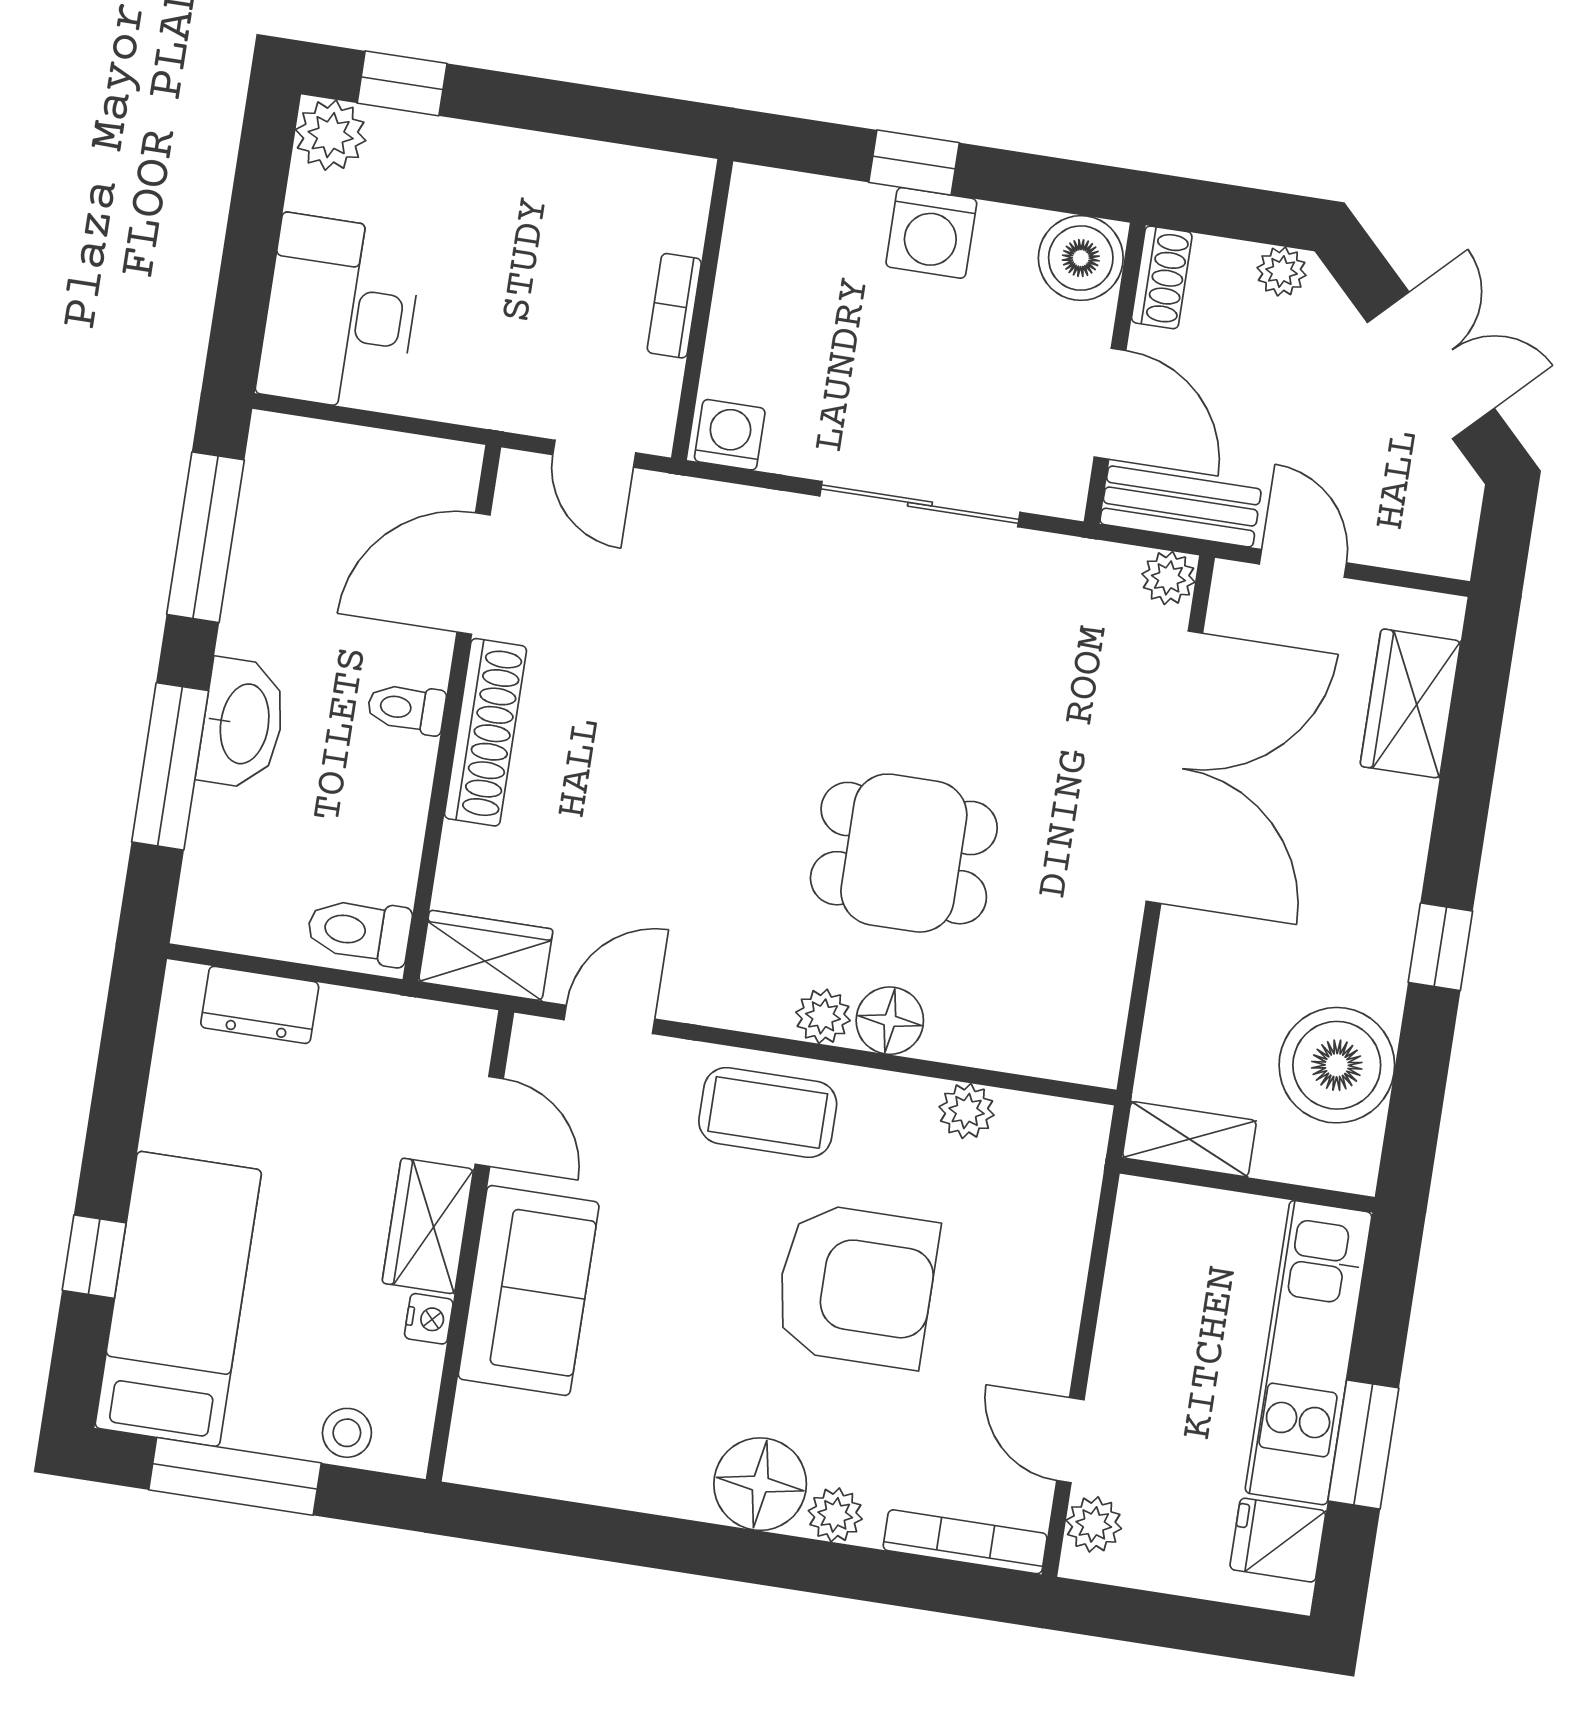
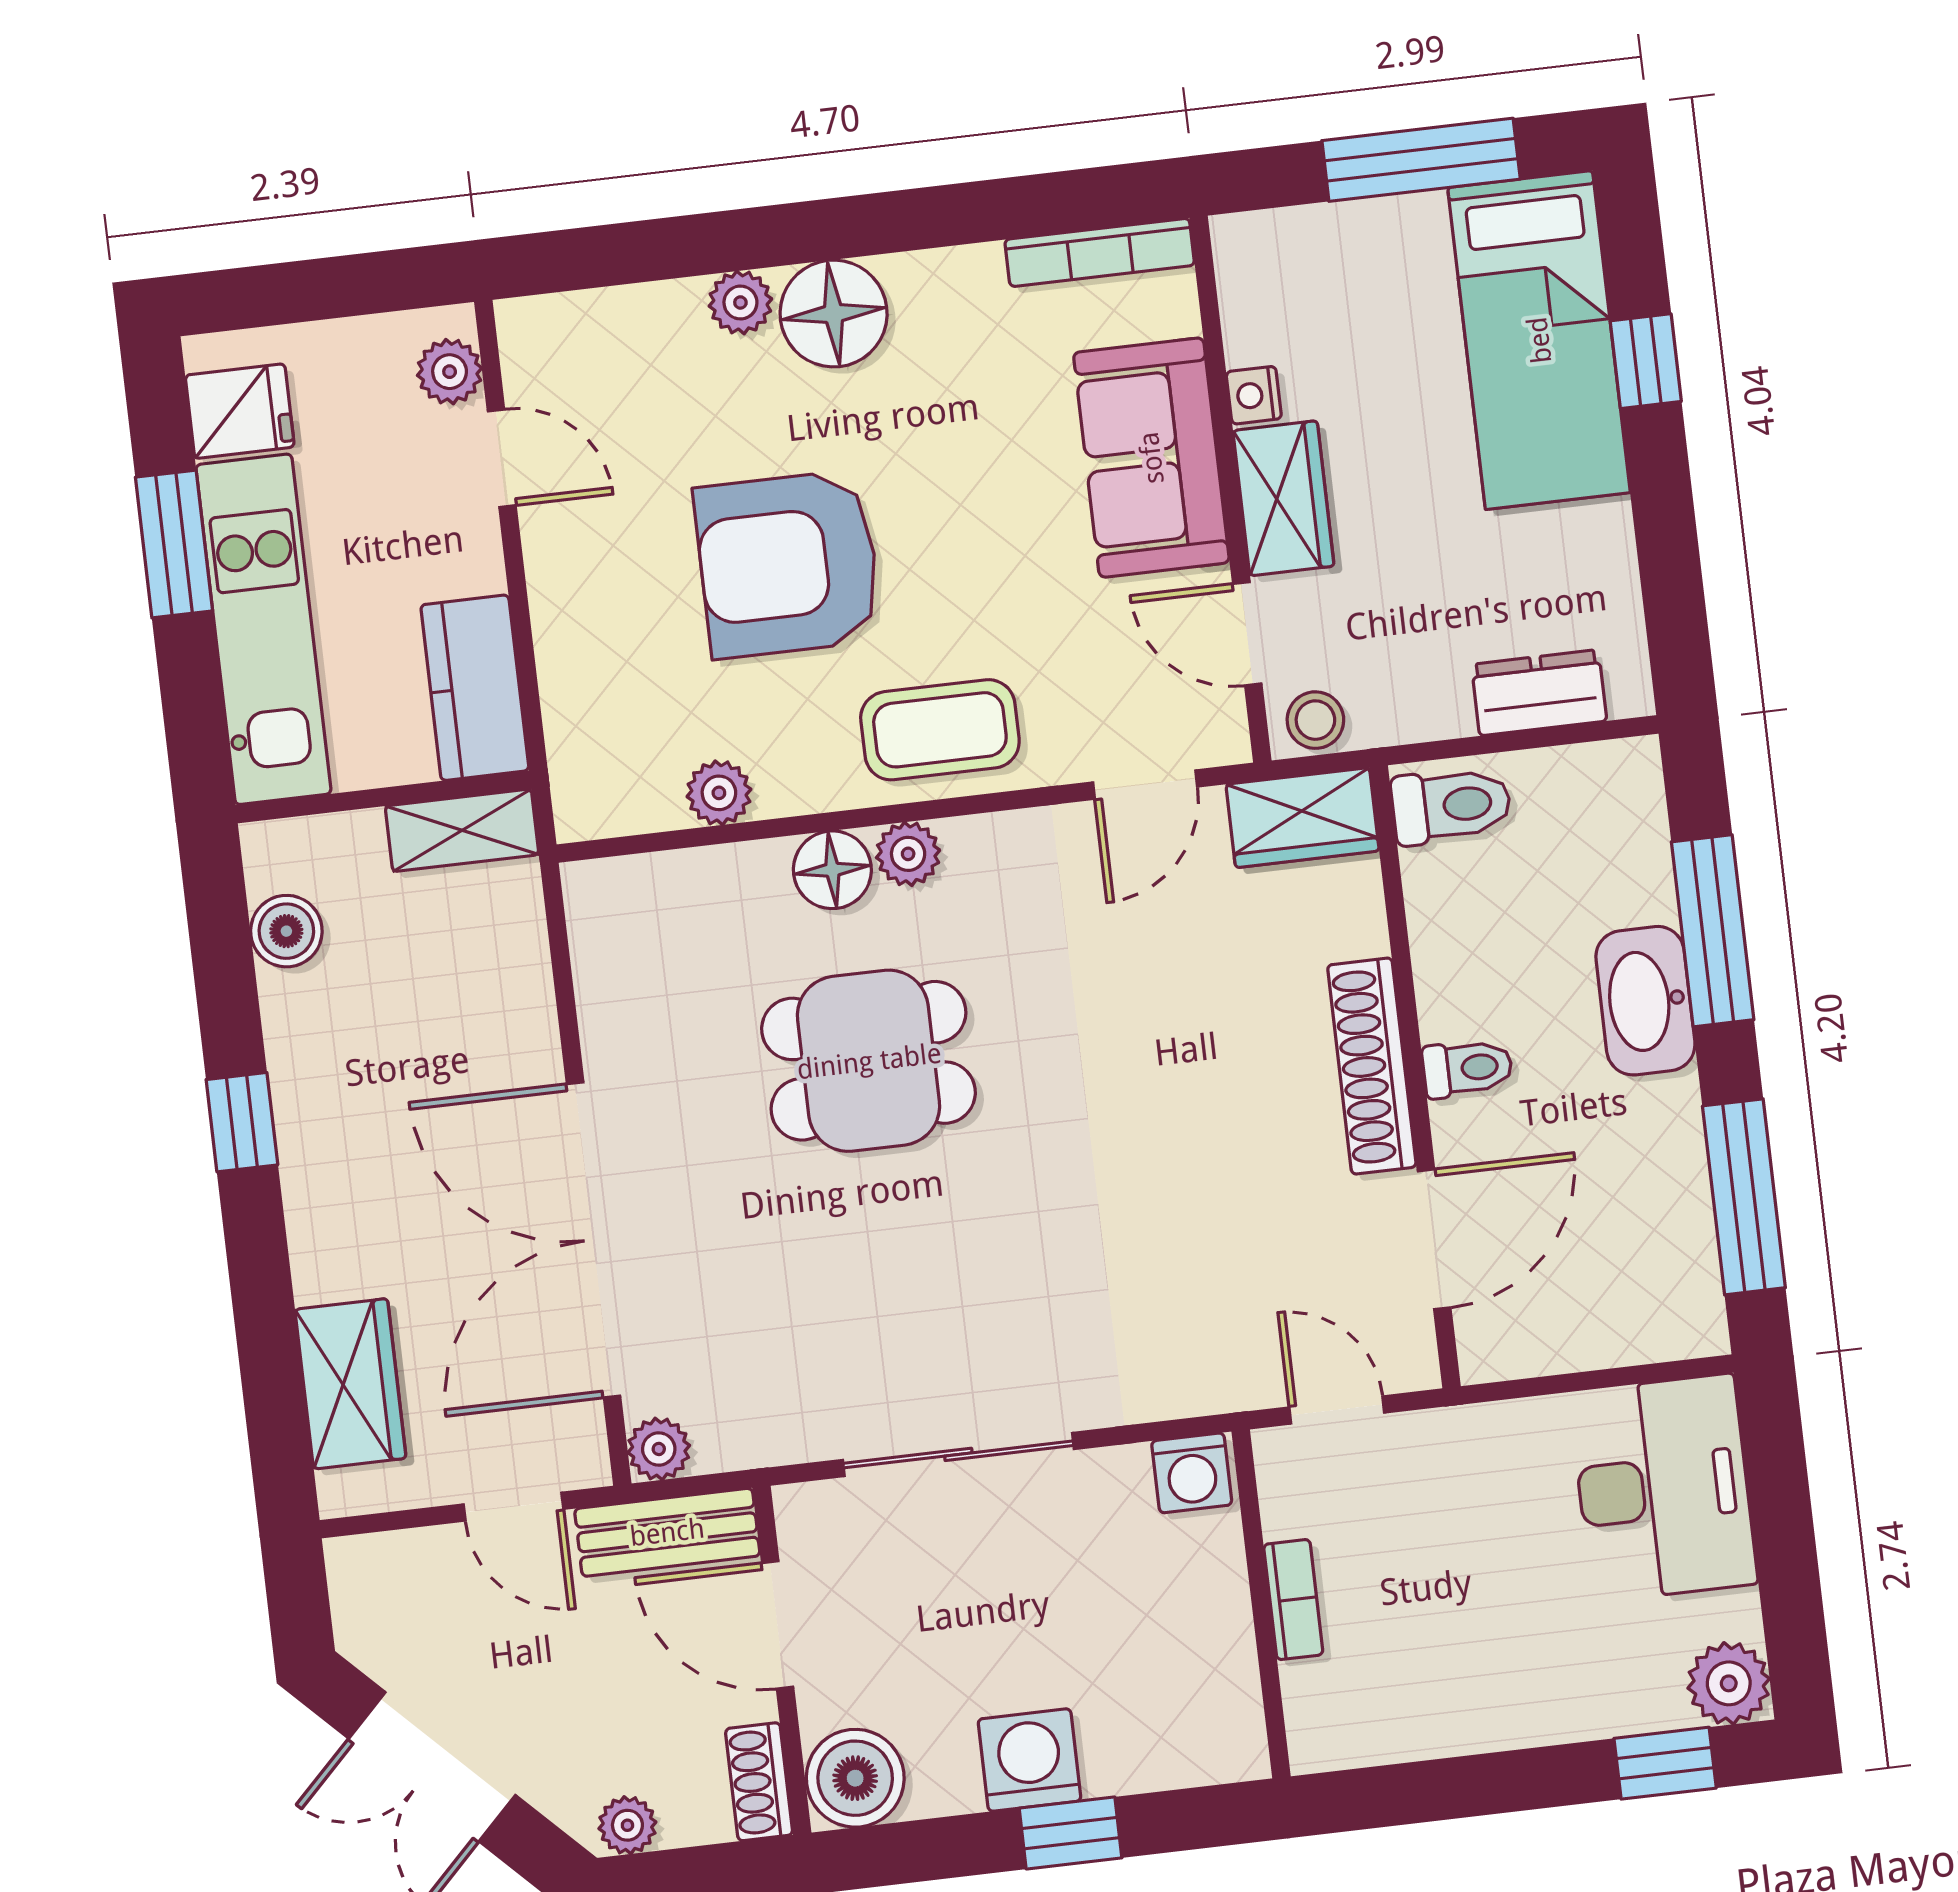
boiler: (1337, 1065) -> (286, 931), width x0.54, depth x0.54
kitchen counter: (1146, 1255) -> (475, 688), added
stool: (347, 1433) -> (1315, 720), moved
bookcase: (965, 1542) -> (1100, 252), moved

